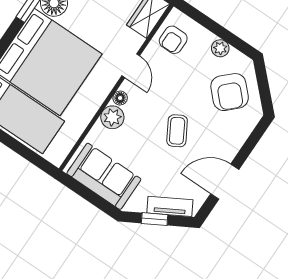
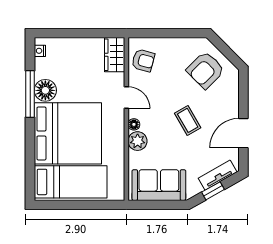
armchair: (173, 40) -> (143, 60), turned -75
plant: (220, 48) -> (179, 45), removed
armchair: (230, 92) -> (205, 70), turned 89

